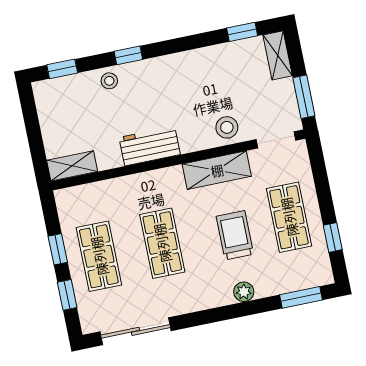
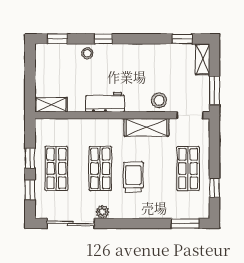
trolley: (235, 235) -> (133, 177), moved
plant: (244, 292) -> (102, 212), moved

